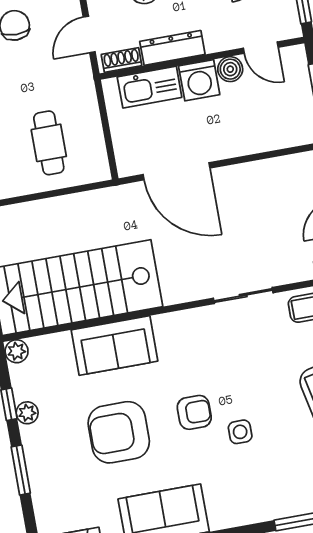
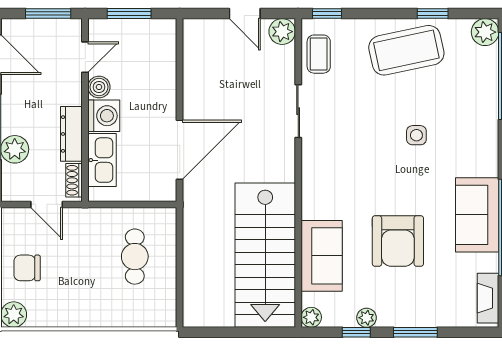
cafe table: (49, 143) -> (135, 257), turned 90
sofa: (115, 346) -> (322, 256), moved
armchair: (194, 412) -> (392, 172), removed

